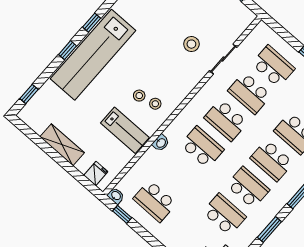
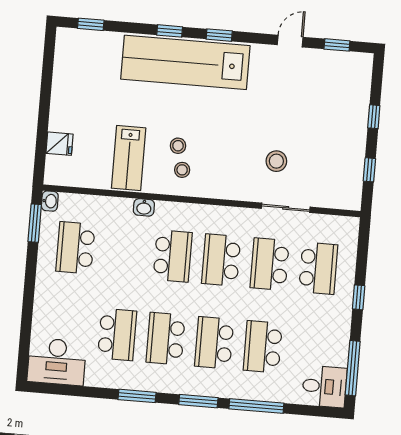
shelving: (62, 145) -> (62, 101), removed
fridge: (96, 174) -> (59, 144), moved
school desk: (248, 187) -> (166, 339), turned 180
window: (122, 214) -> (35, 223), width x1.50

